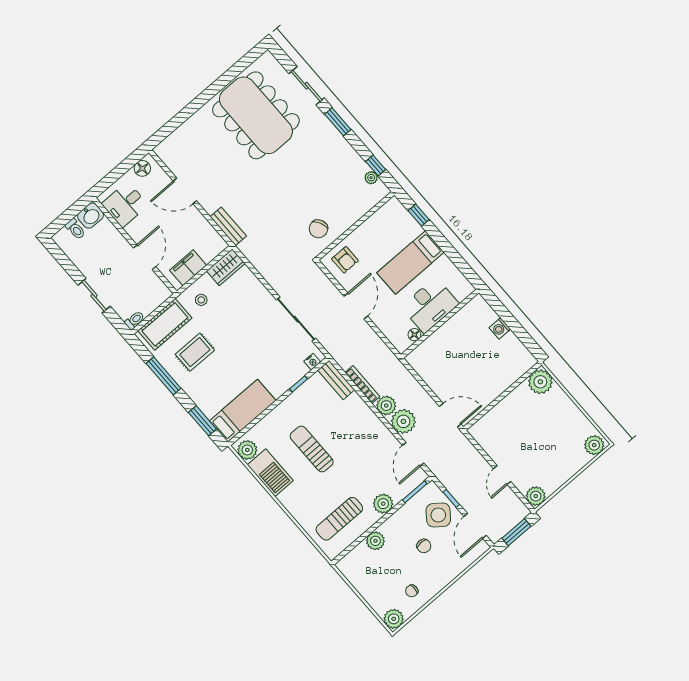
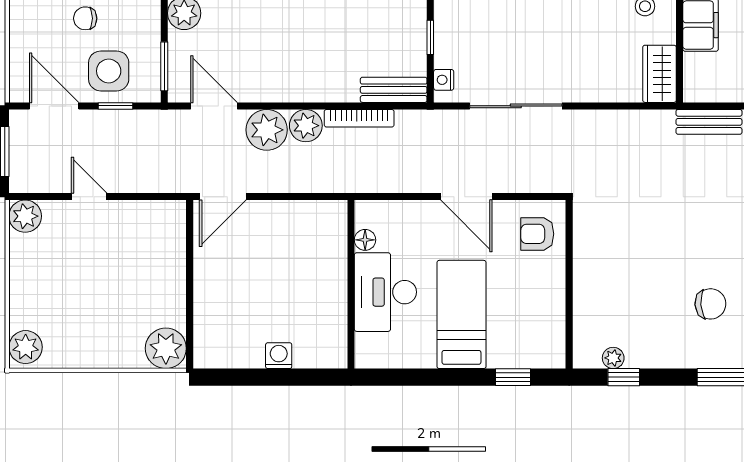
chair: (318, 229) -> (710, 304), moved, turned 112
side table: (438, 515) -> (109, 71), turned -37

